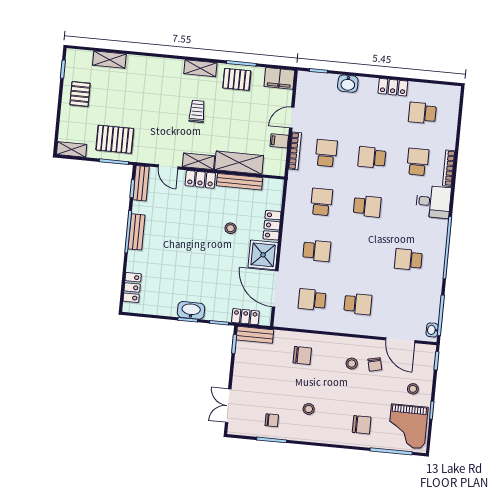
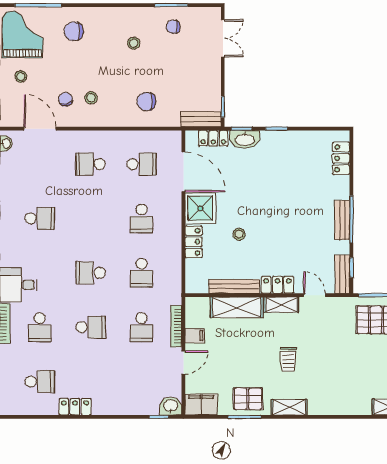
washbasin: (348, 84) -> (171, 406), moved
school desk: (317, 251) -> (142, 218), turned -90
washbasin: (191, 310) -> (245, 139), moved

